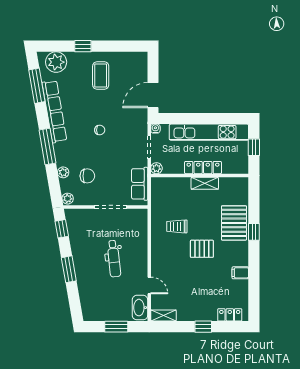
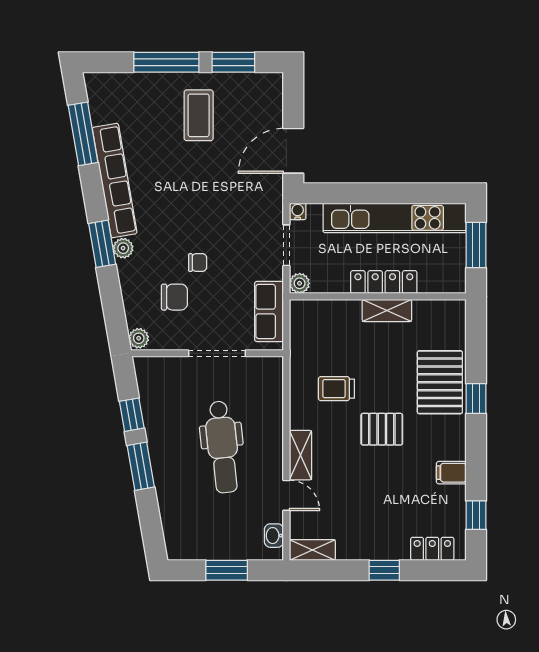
window: (83, 46) -> (166, 62), width x2.17
window: (120, 46) -> (233, 62), added
plant: (56, 62) -> (118, 91), removed
chair: (100, 130) -> (198, 263), moved
window: (47, 146) -> (102, 244), width x0.69
window: (254, 147) -> (476, 245), width x1.50
plant: (63, 172) -> (123, 248), moved
window: (62, 229) -> (132, 415), moved
dental chair: (114, 259) -> (222, 447), width x1.36, depth x1.38
shelving: (157, 263) -> (300, 455), added
window: (254, 296) -> (476, 515), added
washbasin: (140, 308) -> (274, 536), width x0.52, depth x0.69

